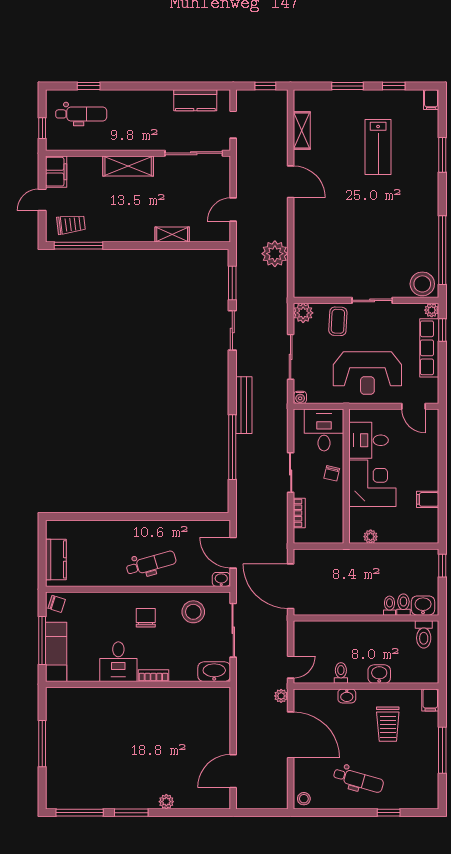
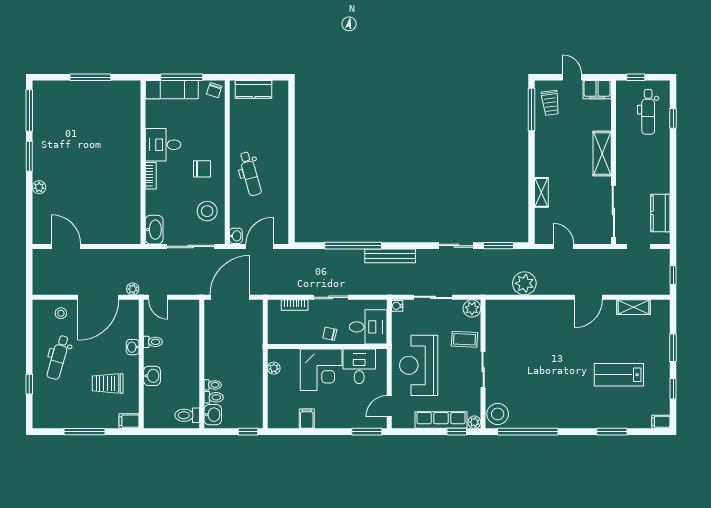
window: (442, 432) -> (367, 432), added
stool: (304, 799) -> (61, 313), moved

